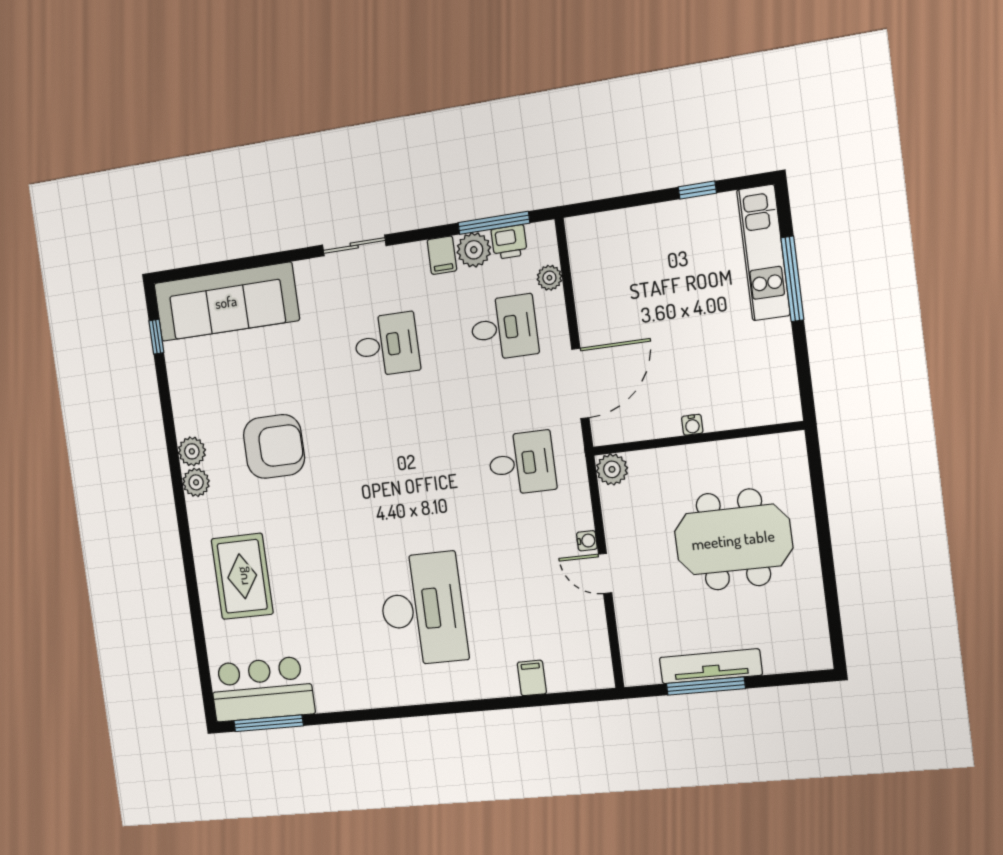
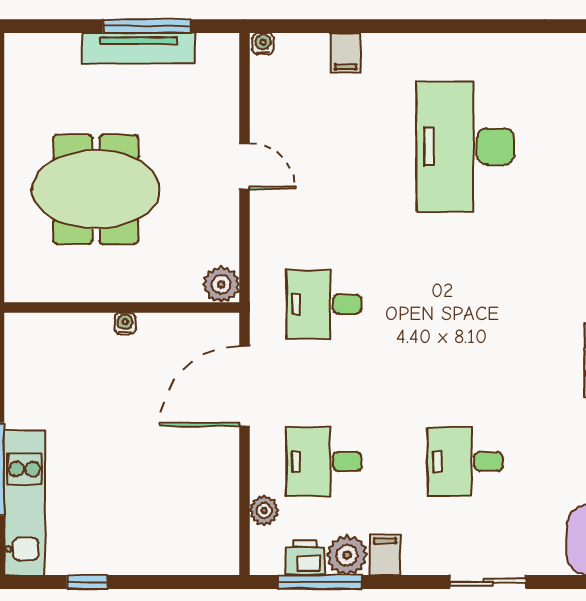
water cooler: (587, 541) -> (263, 44), moved, turned 90

